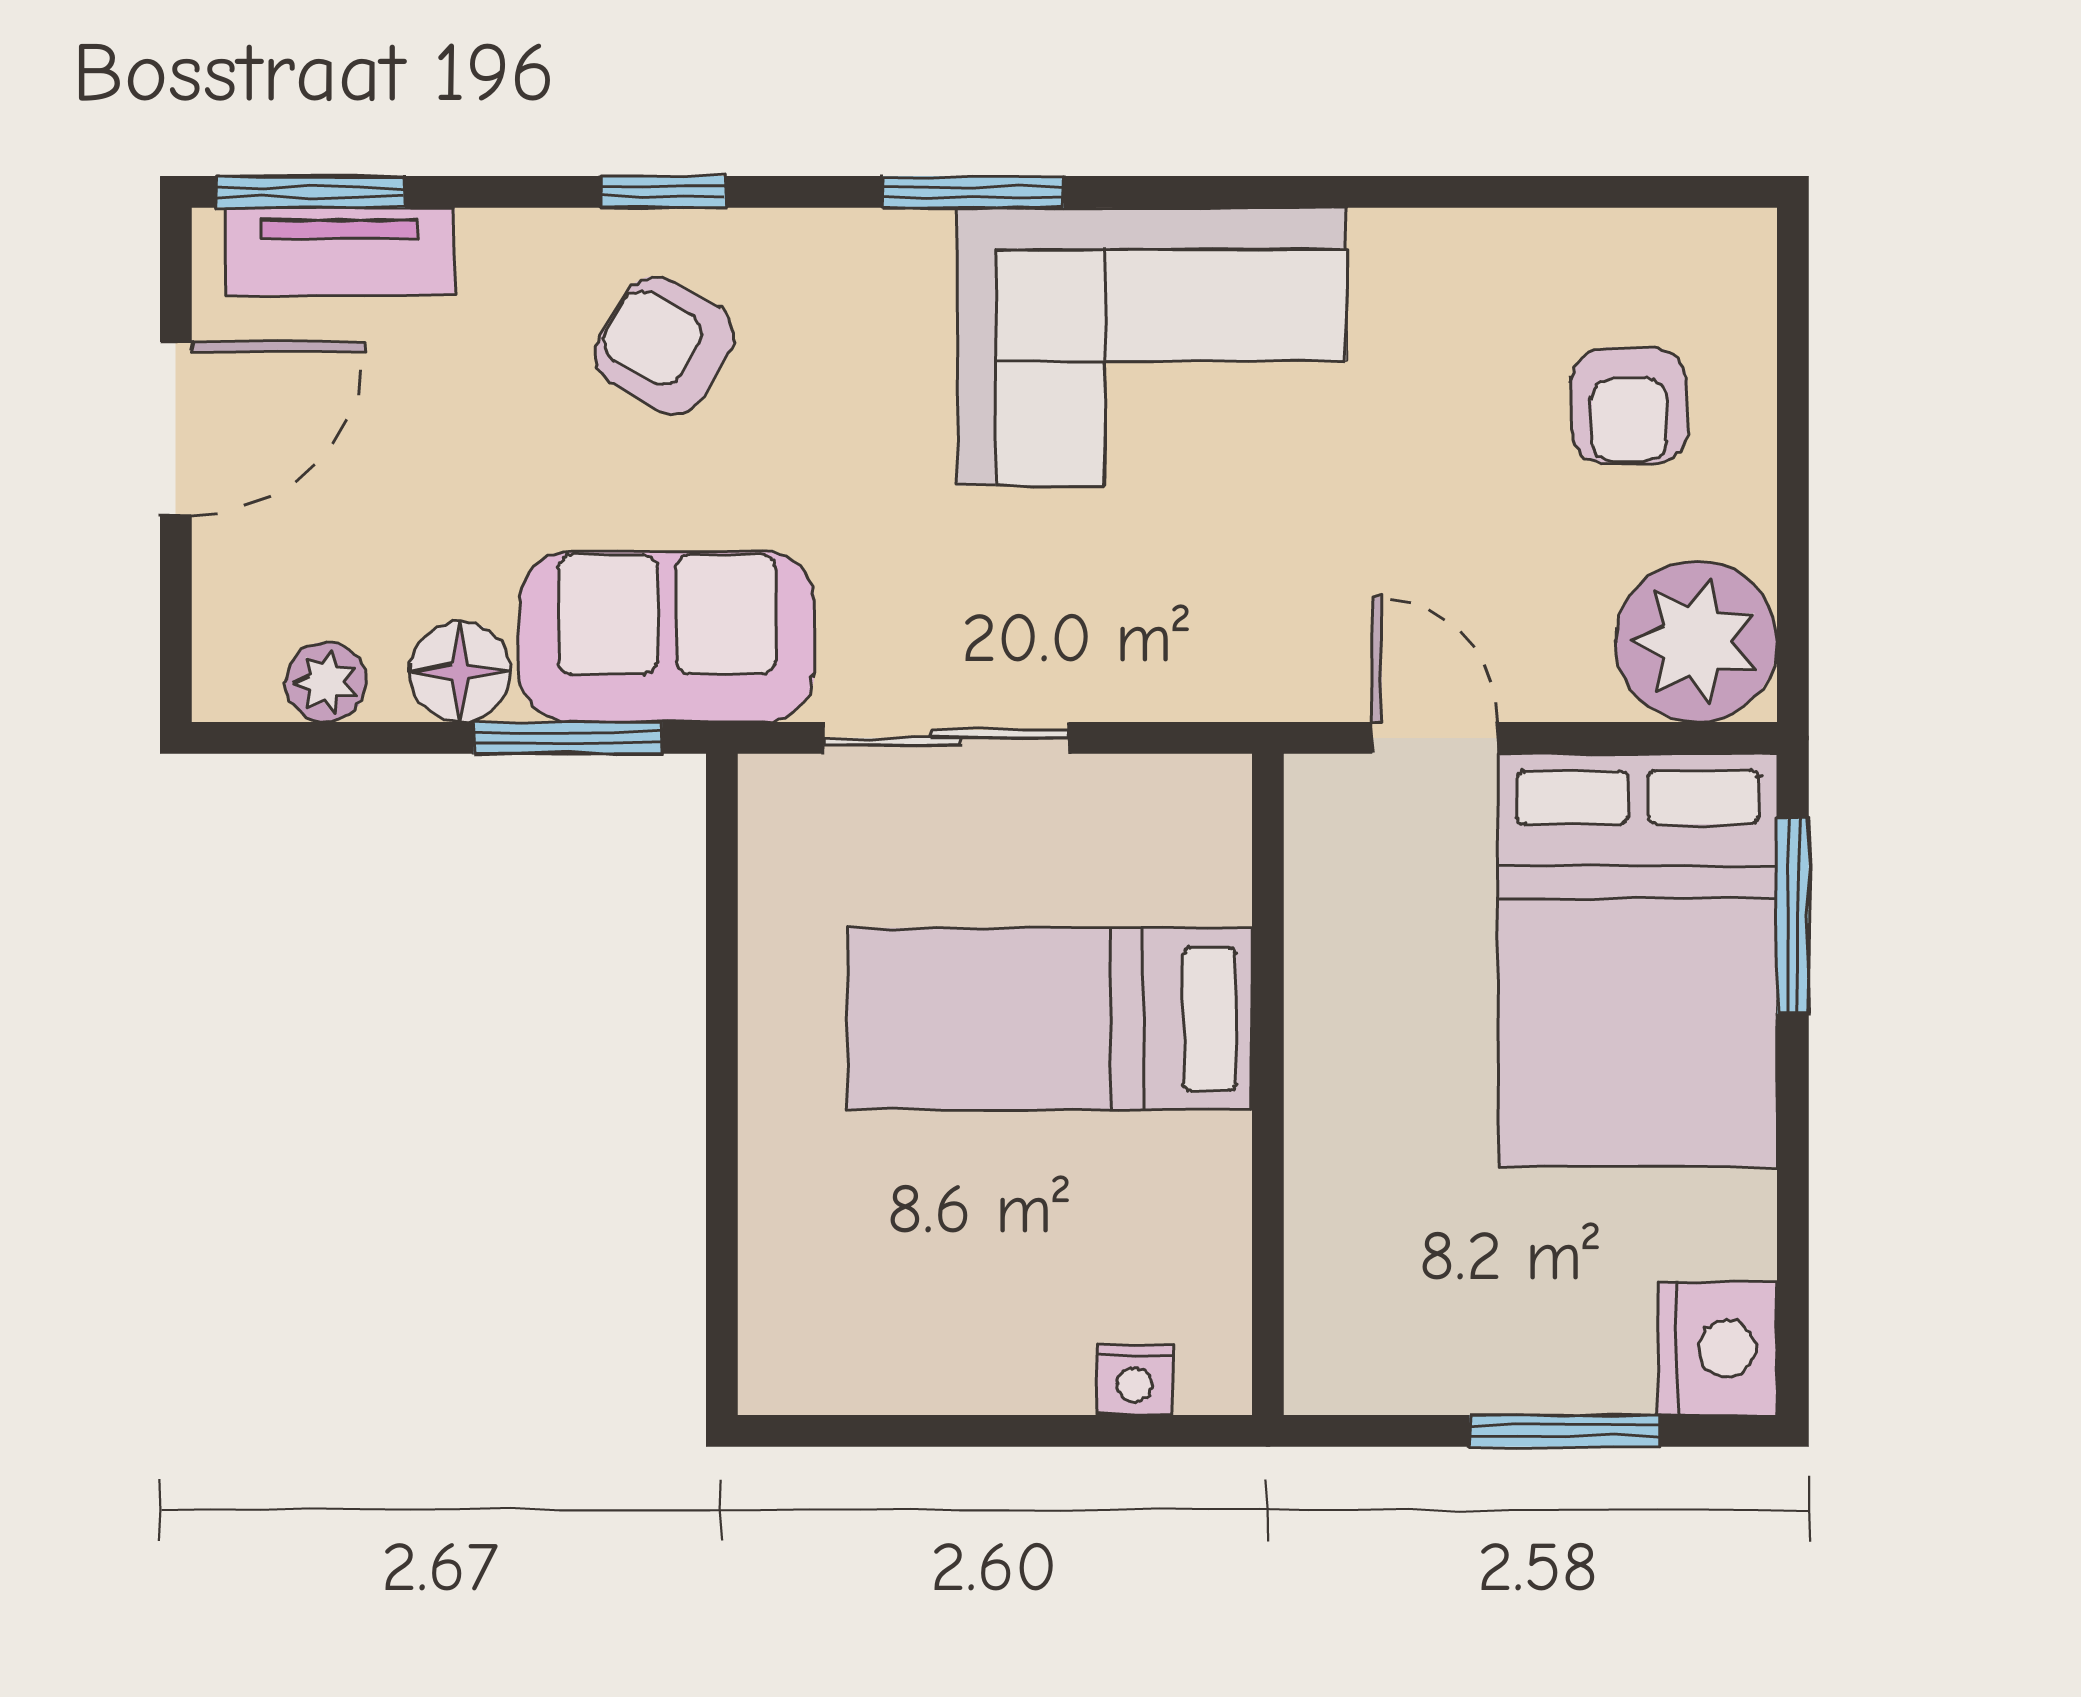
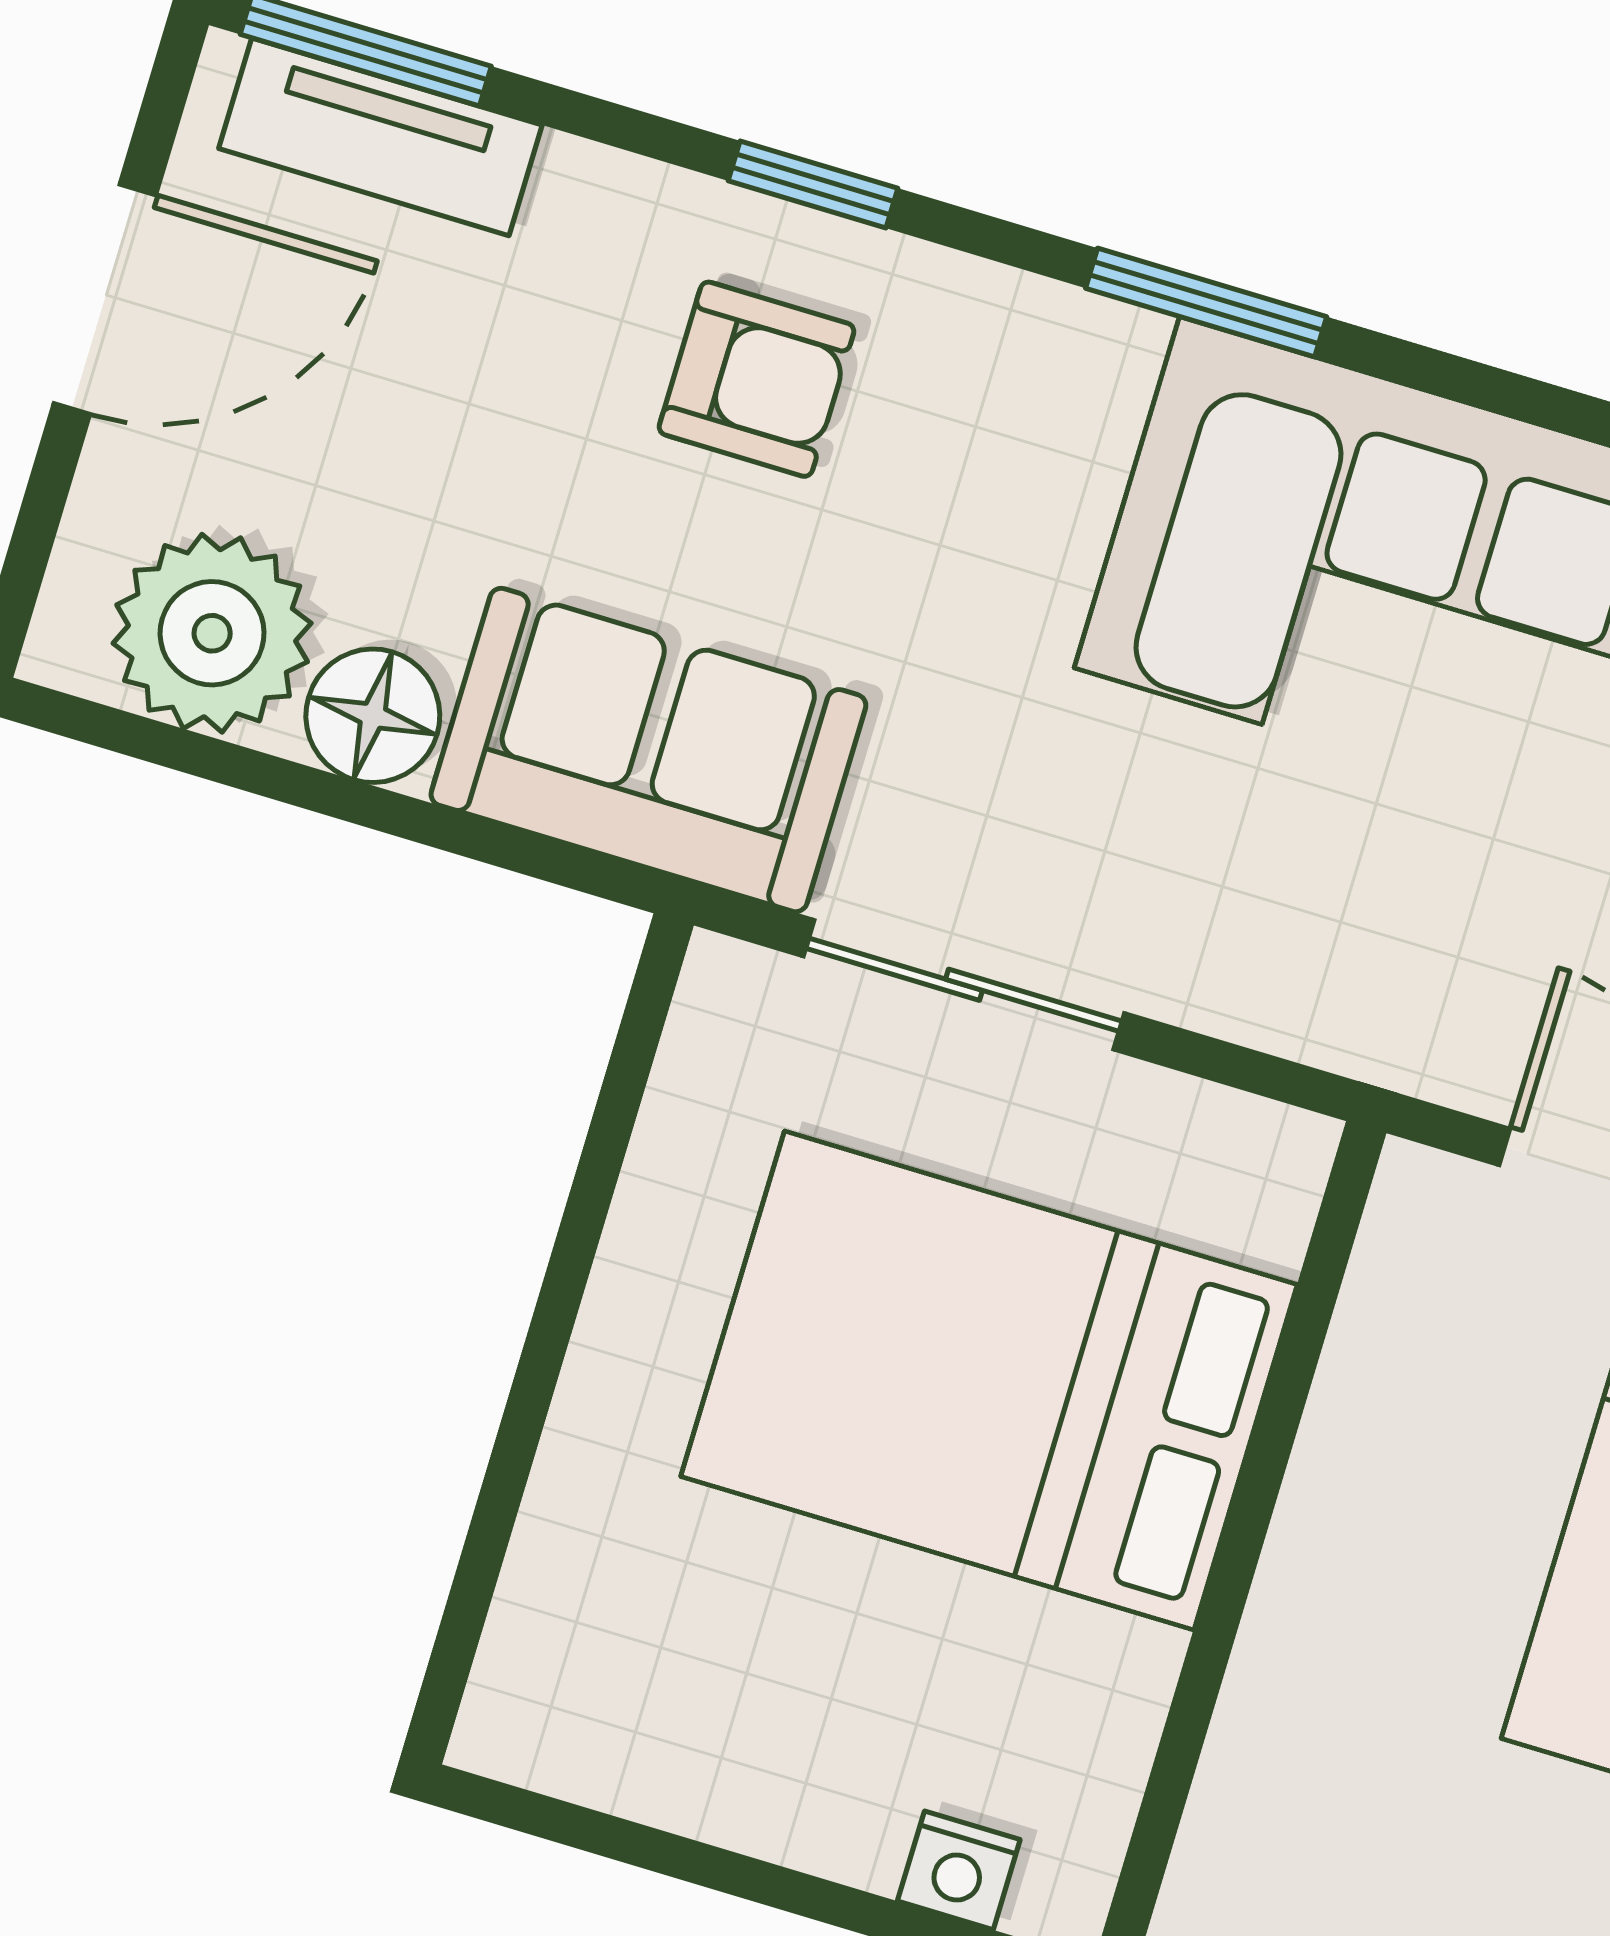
armchair: (665, 345) -> (757, 379), turned 150
plant: (326, 682) -> (212, 633), width x1.87, depth x1.87
window: (568, 738) -> (484, 841), removed
bed: (1050, 1019) -> (989, 1380), width x1.50

